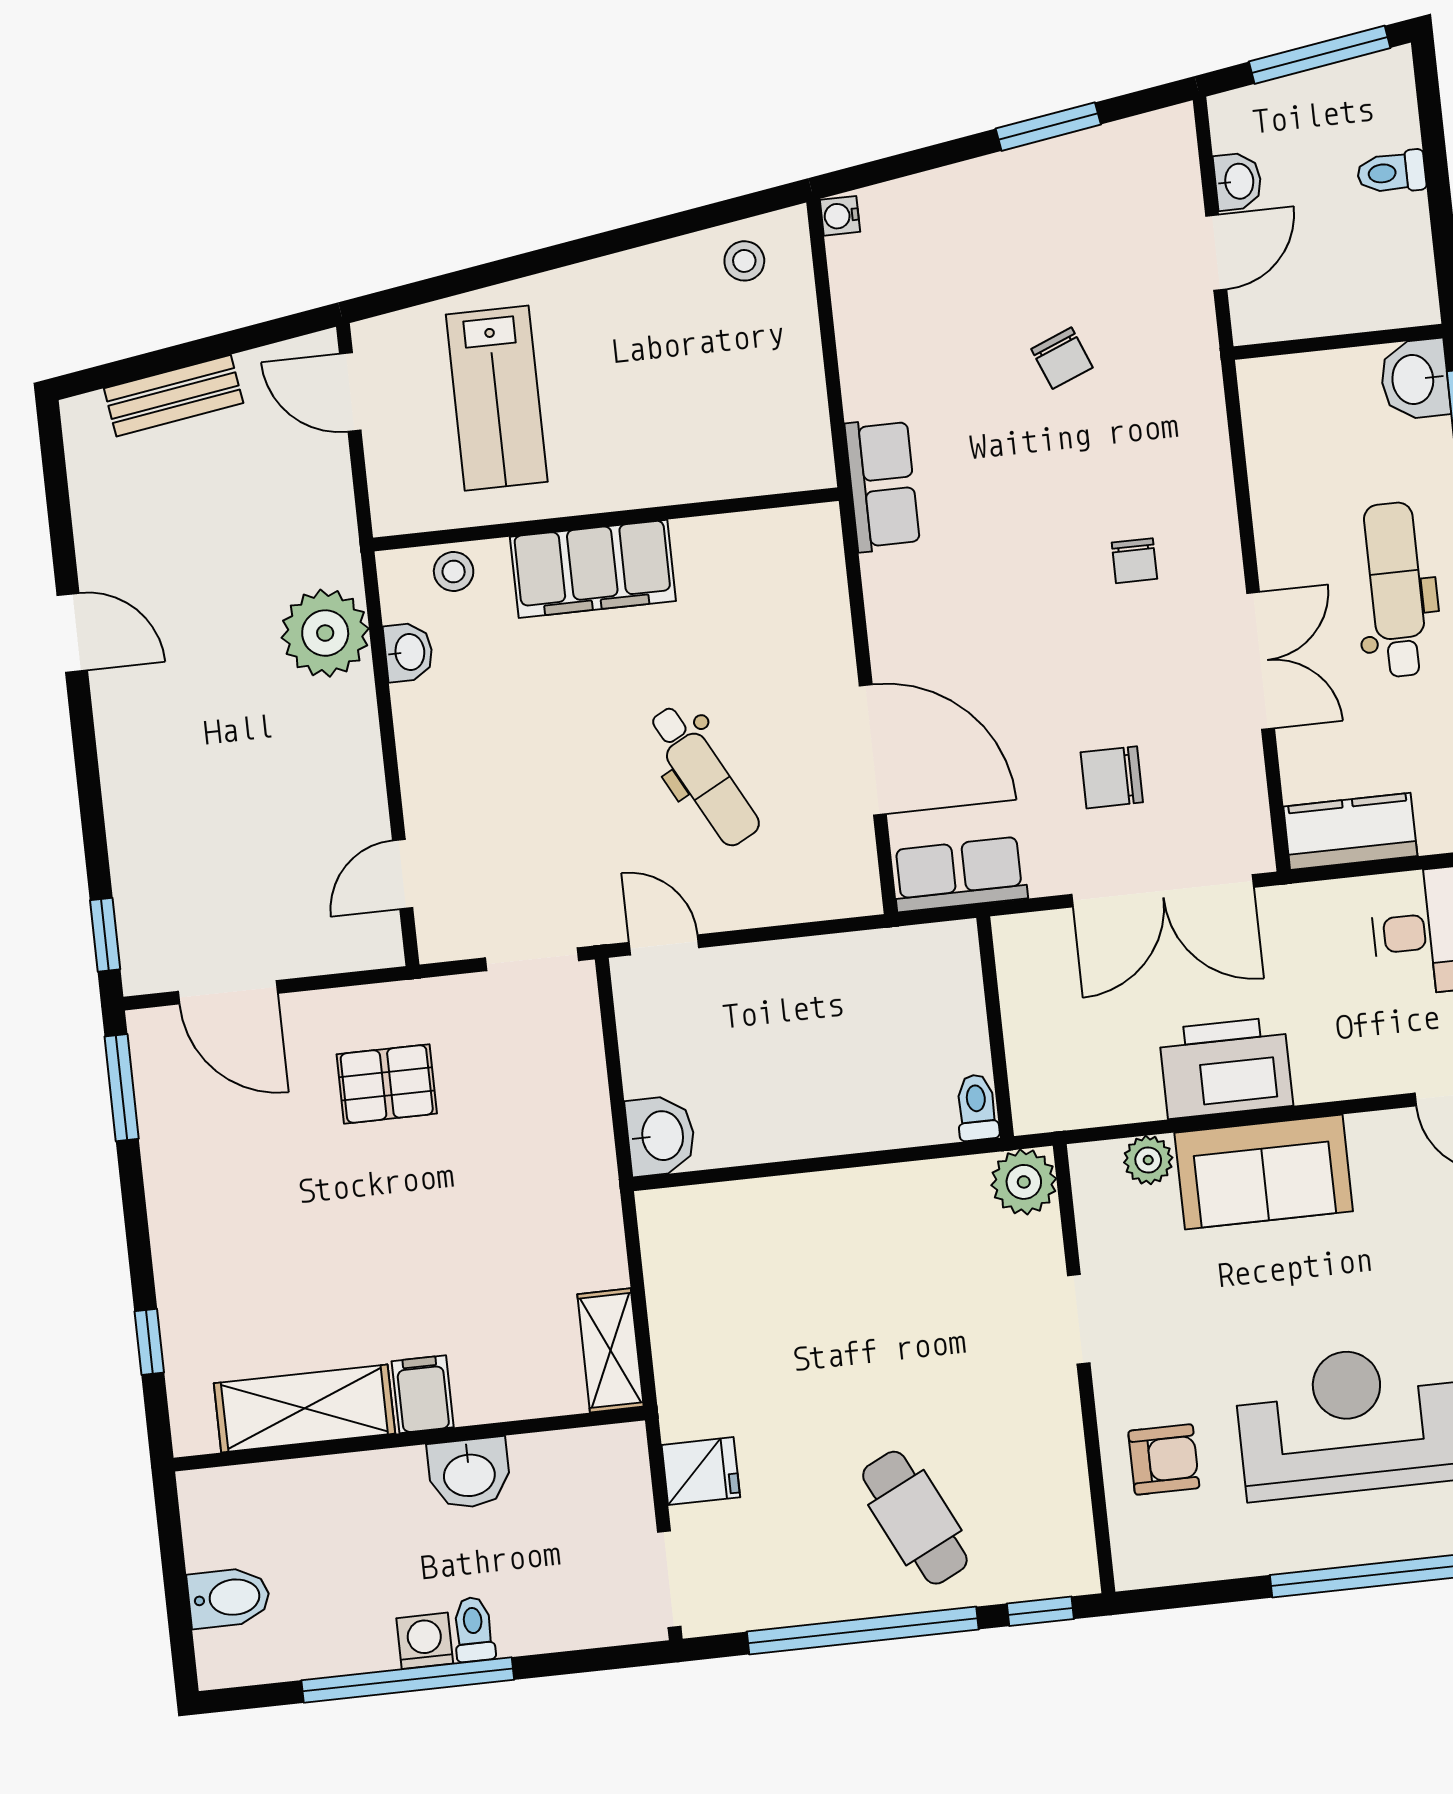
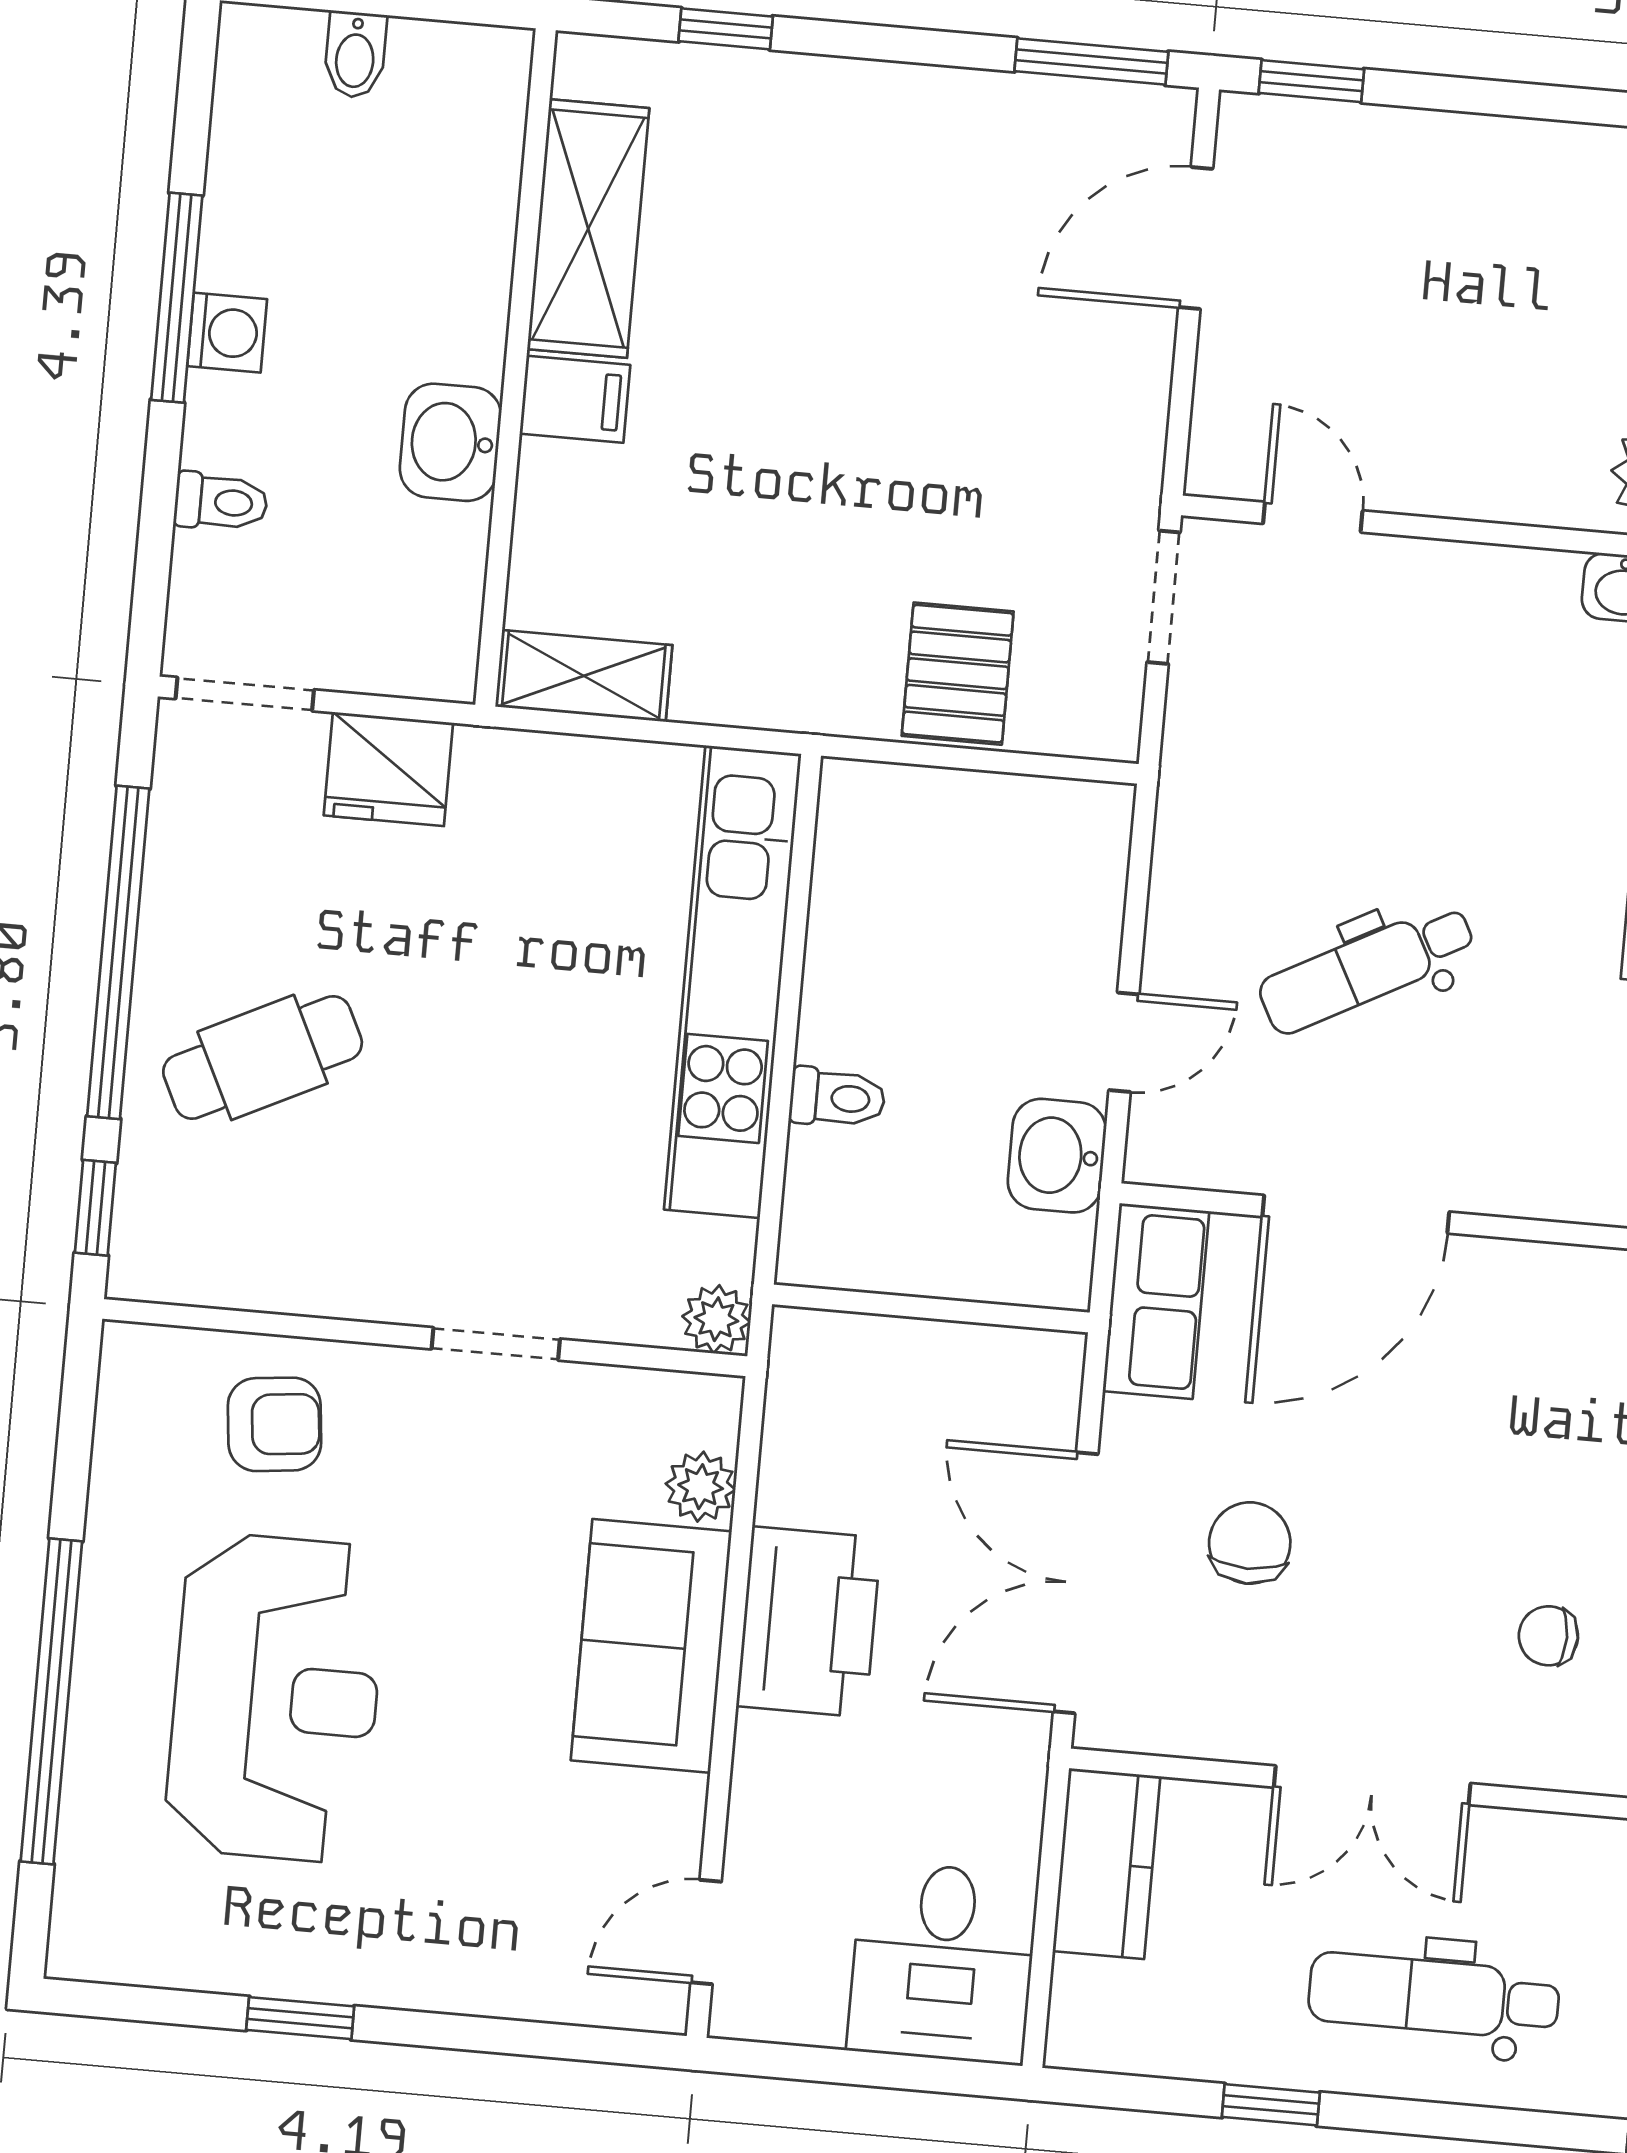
dental chair: (1396, 590) -> (1434, 1996), turned 180
door: (664, 945) -> (1124, 1042), moved
doorway: (532, 959) -> (1164, 597), moved
pallet: (387, 1084) -> (958, 674), moved
toilet: (977, 1107) -> (837, 1098), moved
washbasin: (661, 1136) -> (1057, 1156), moved, turned 90
plant: (1024, 1182) -> (716, 1319), width x0.73, depth x0.73
kitchen unit: (799, 1207) -> (733, 982), added
armchair: (1164, 1459) -> (274, 1424), turned -96
fridge: (701, 1471) -> (388, 769), width x1.38
bidet: (229, 1598) -> (355, 55), width x0.72, depth x0.74
toilet: (474, 1629) -> (221, 502), moved
window: (408, 1680) -> (177, 298), width x0.68

